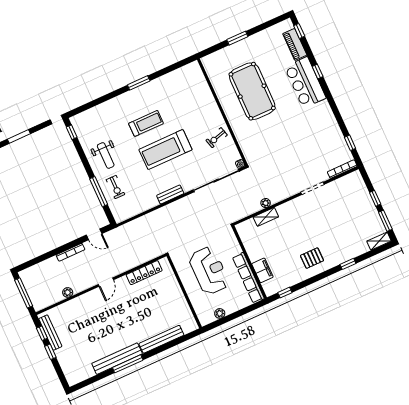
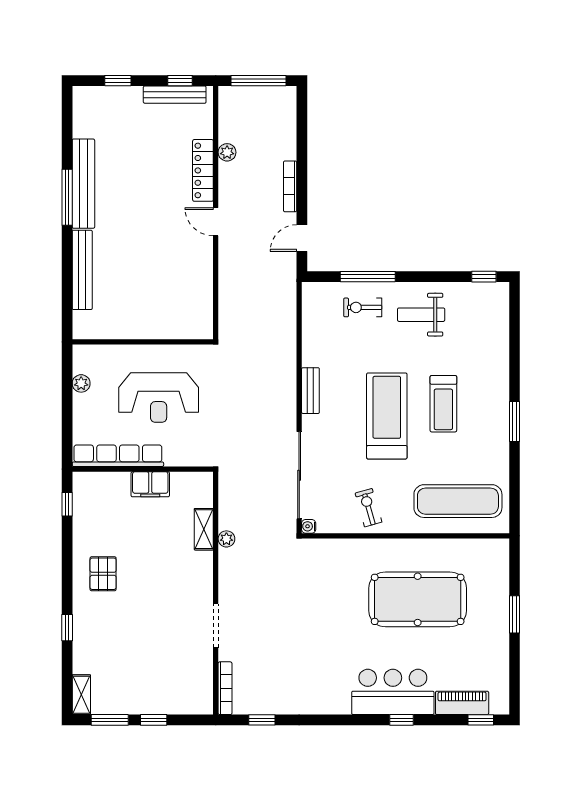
exercise mat: (193, 93) -> (458, 501), added
filing cabinet: (262, 270) -> (150, 484), moved
locker: (144, 273) -> (203, 170), moved
window: (50, 352) -> (118, 81), moved

